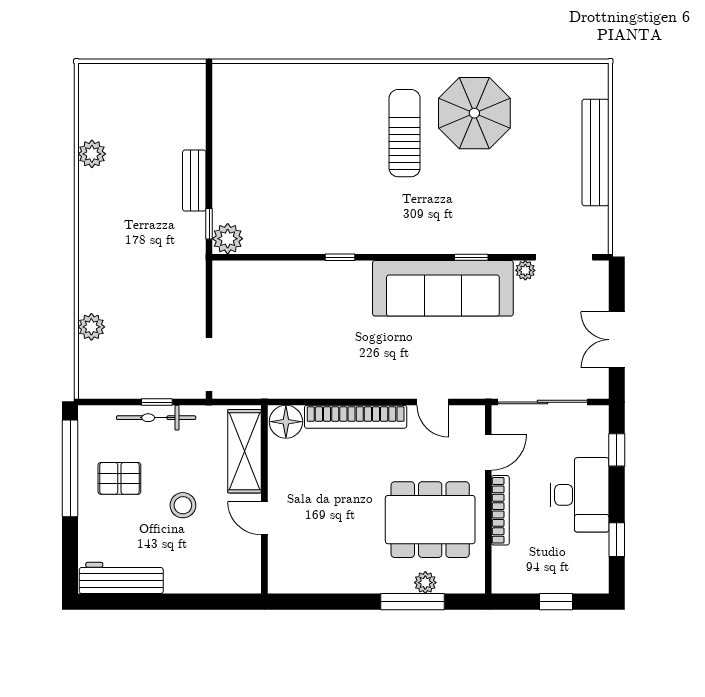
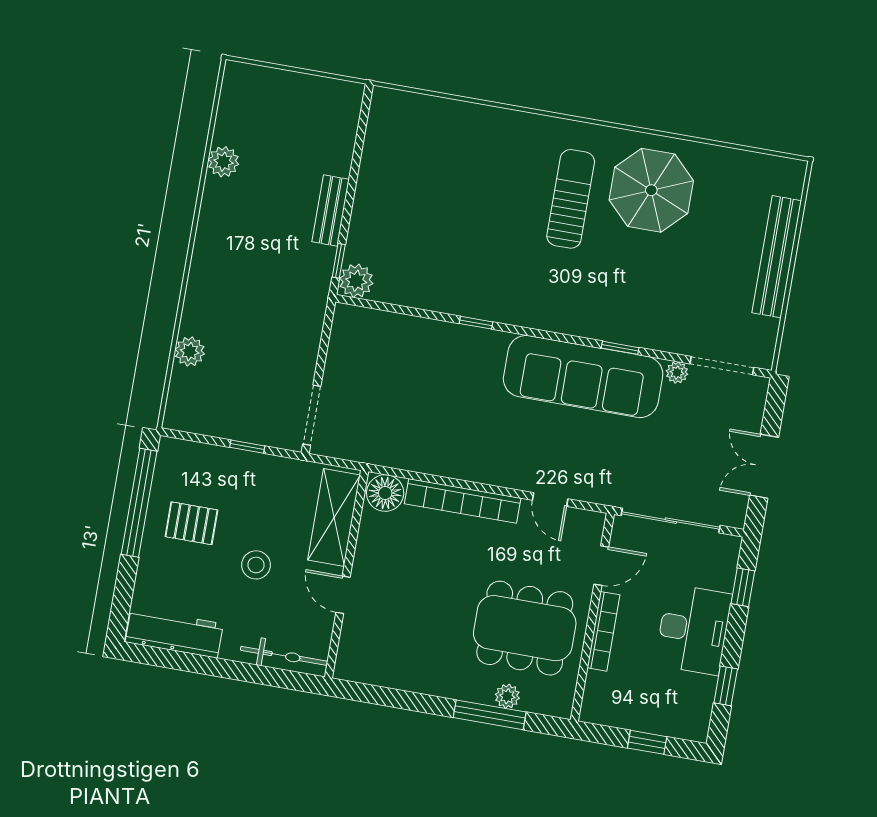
bicycle: (156, 418) -> (284, 656), moved, turned 180

